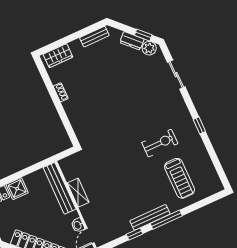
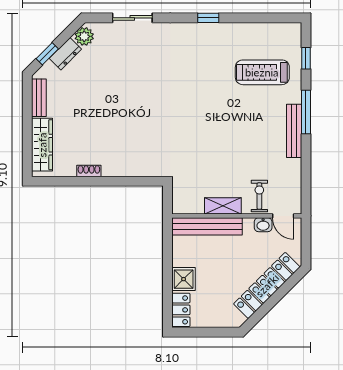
window: (143, 35) -> (47, 54), moved
wardrobe: (58, 56) -> (42, 145), width x1.50
exercise bike: (160, 143) -> (259, 196), moved, width x0.73, depth x0.72
treadmill: (180, 178) -> (262, 72), turned 180
window: (135, 234) -> (306, 58), moved

